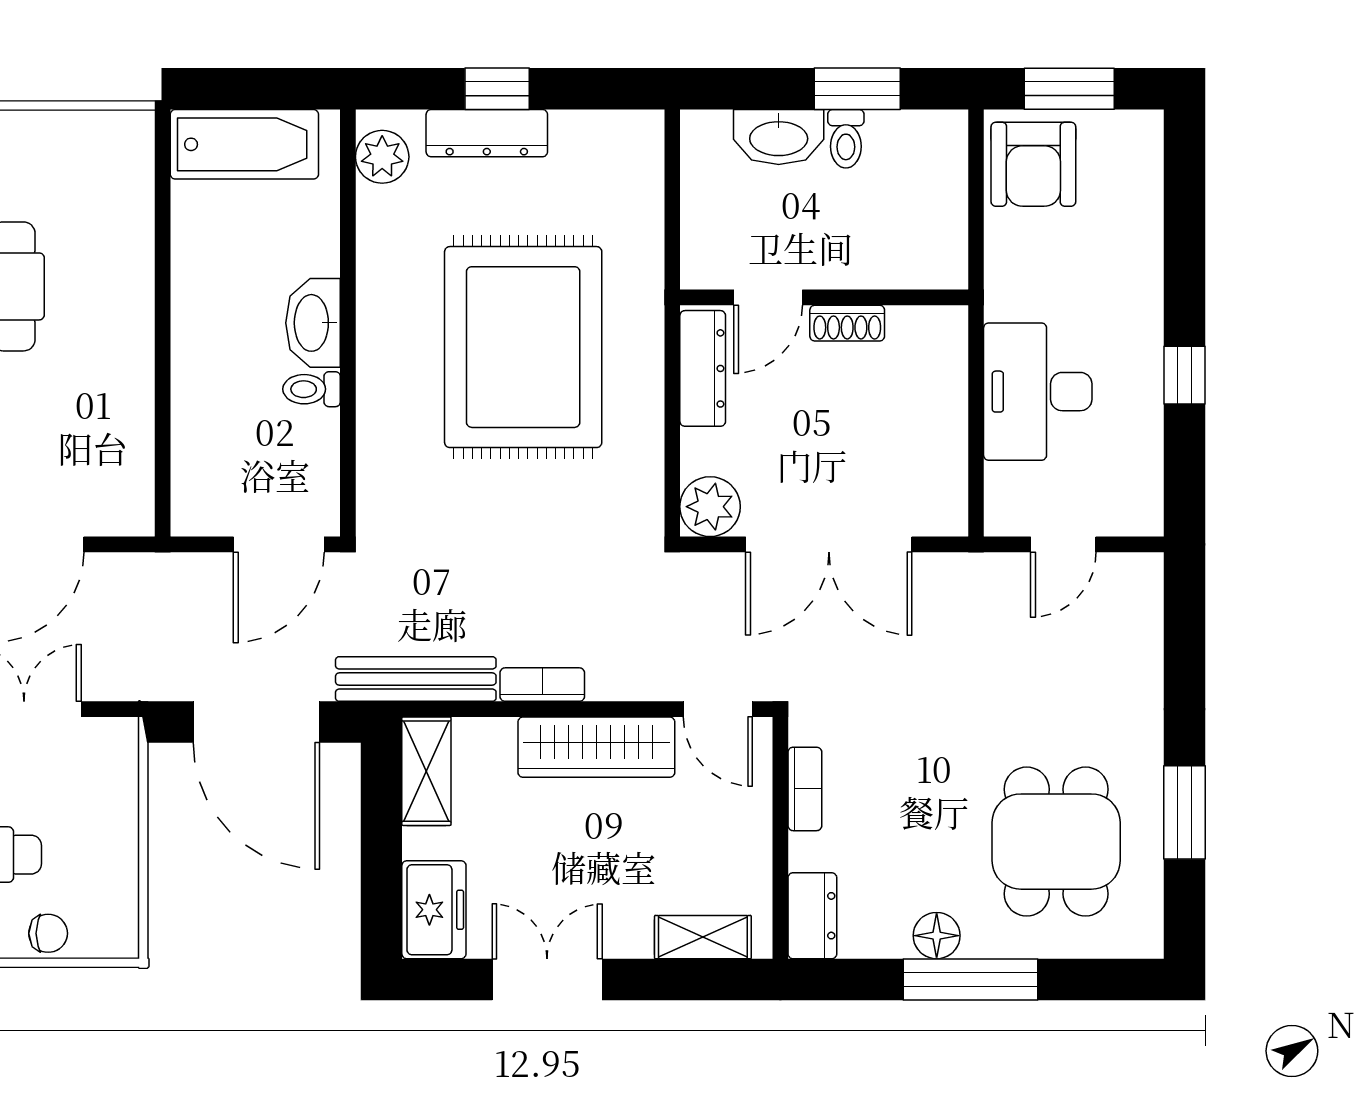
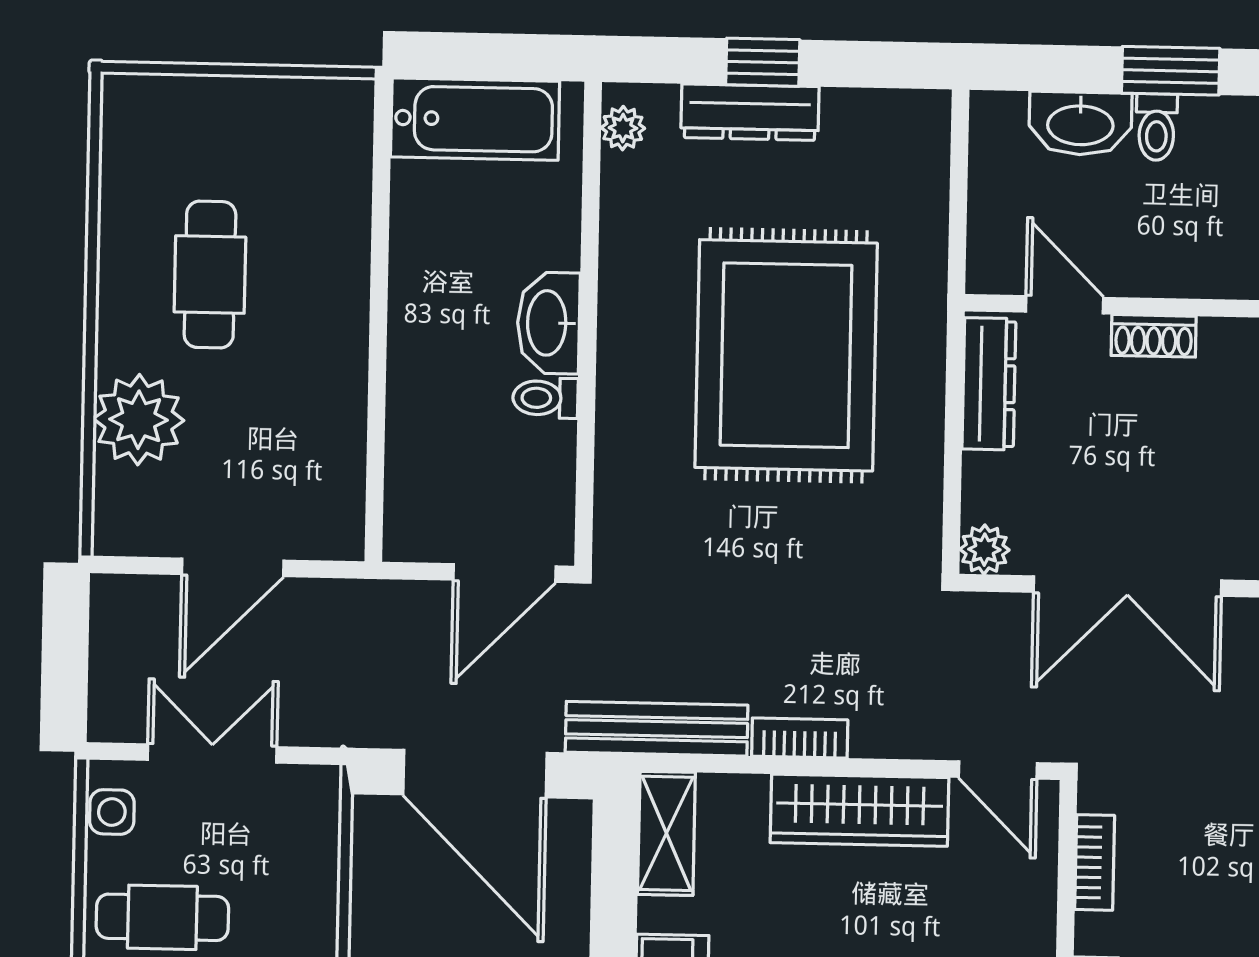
plant: (382, 157) -> (623, 128), width x0.73, depth x0.73
door: (768, 297) -> (1065, 305), swing flipped
plant: (710, 507) -> (984, 550), width x0.73, depth x0.73

